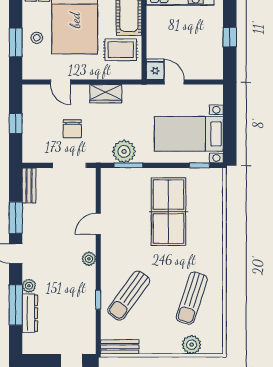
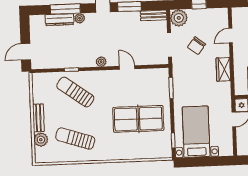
chair: (72, 129) -> (197, 46), turned -53
plant: (124, 151) -> (179, 18), moved
bench: (120, 347) -> (38, 118), moved

